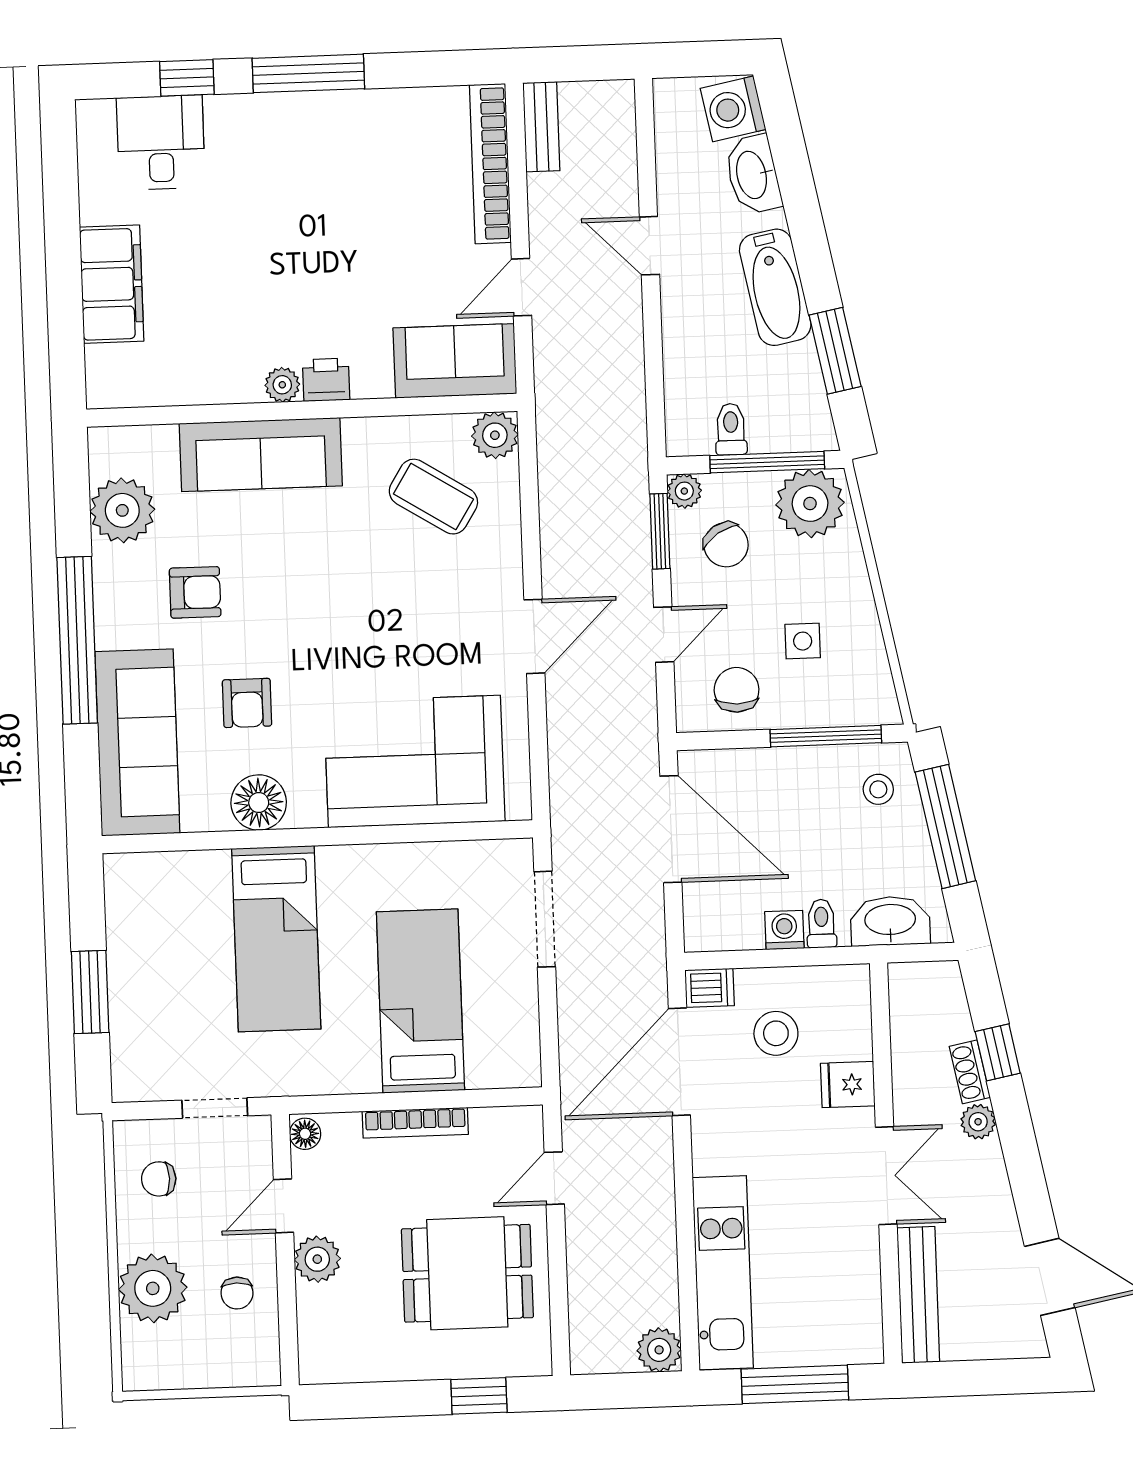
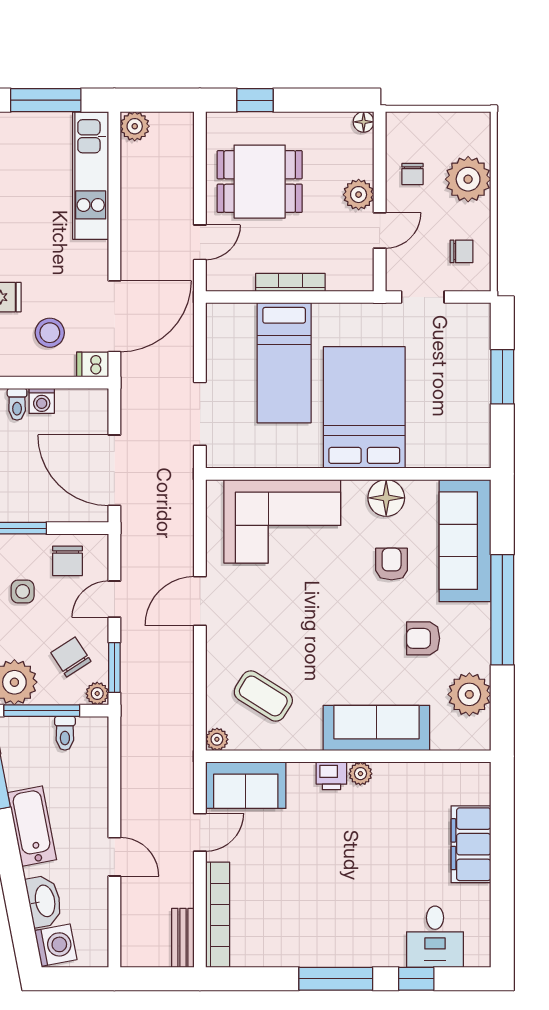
plant: (495, 435) -> (217, 739), width x0.73, depth x0.73
bed: (276, 939) -> (364, 407), width x1.50
floor lamp: (305, 1134) -> (364, 122), moved
chair: (237, 1293) -> (412, 174), turned 180

